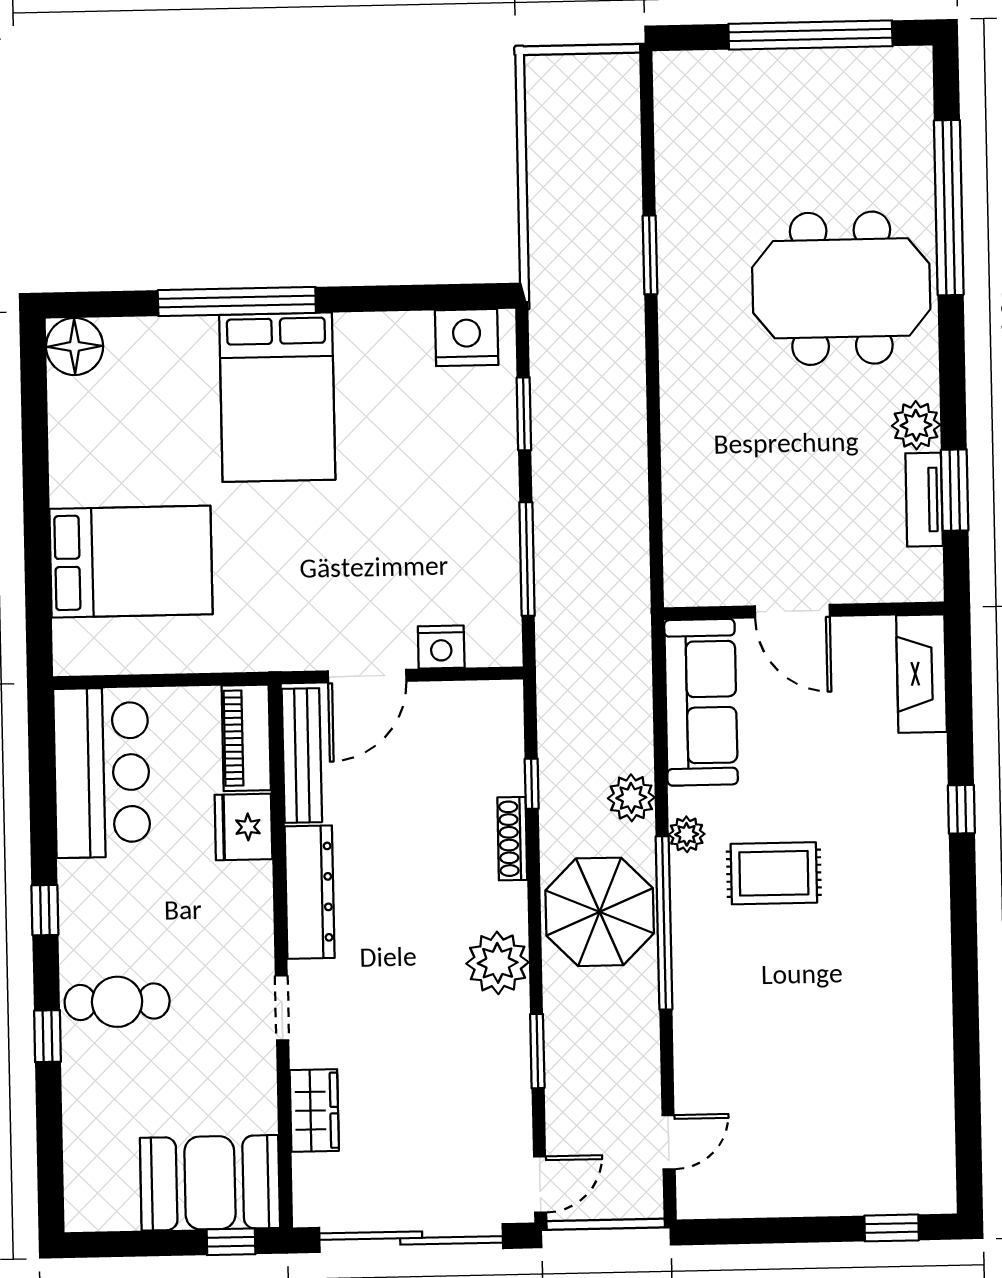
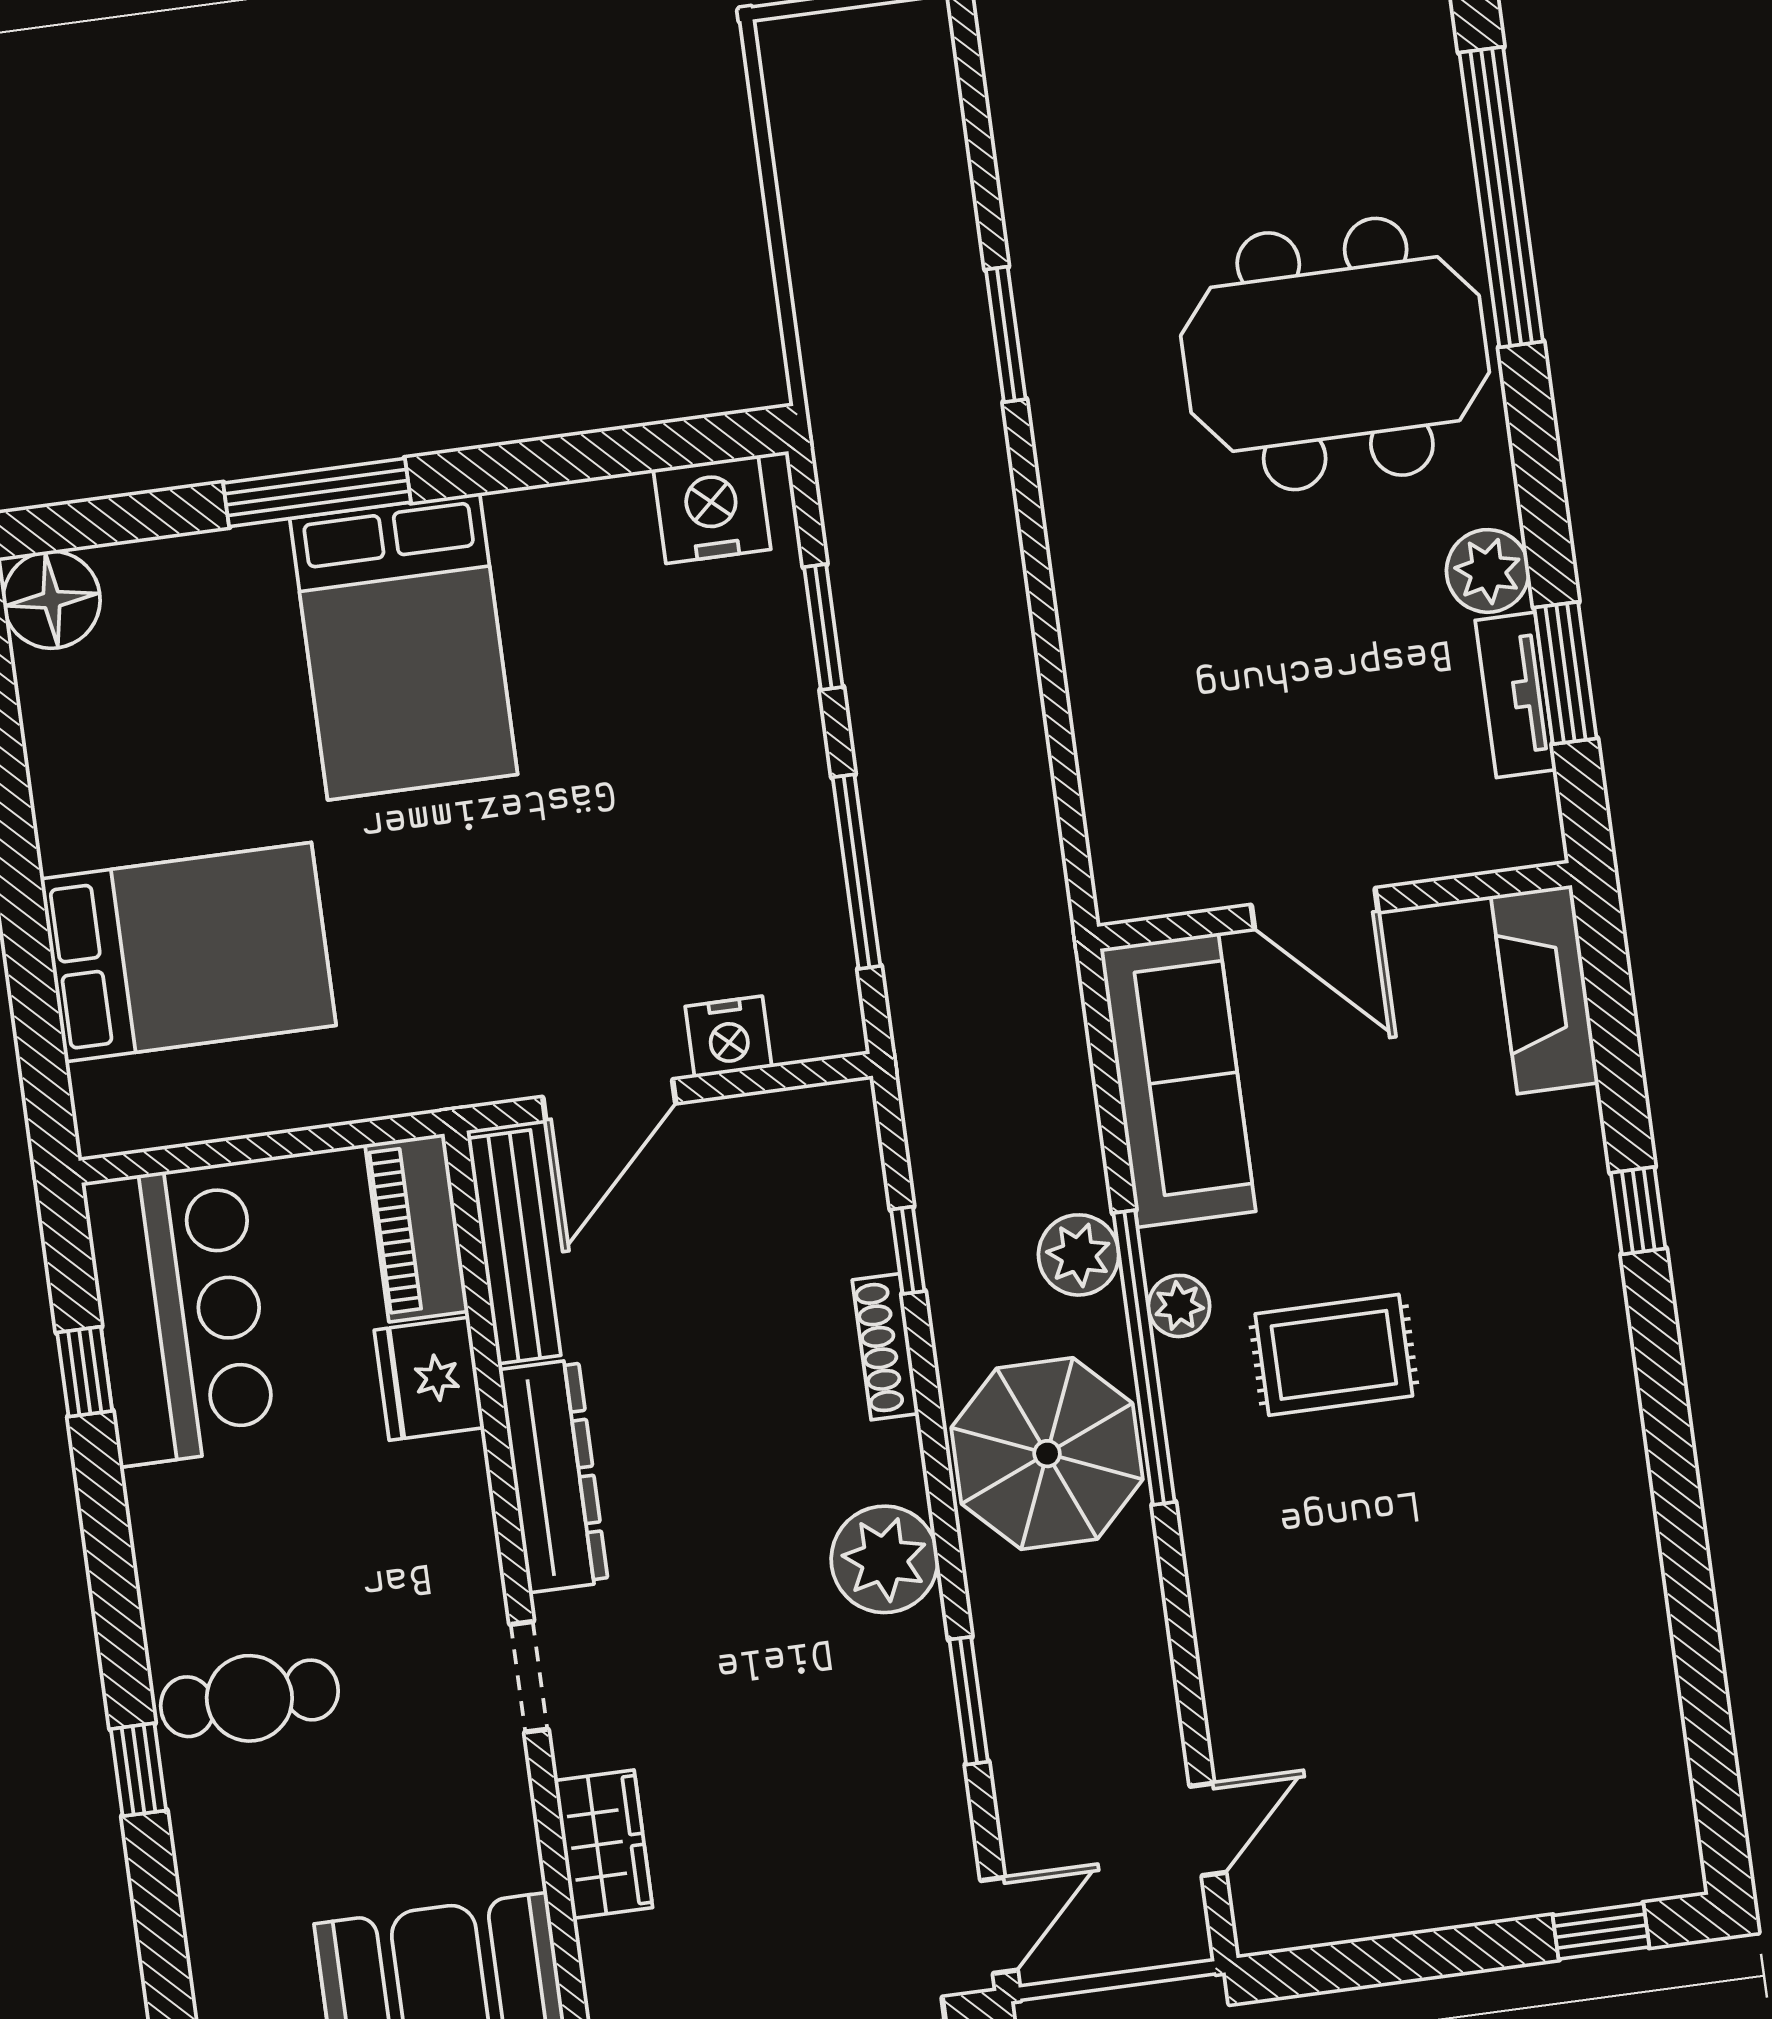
window: (237, 301) -> (317, 493), width x0.68
window: (45, 910) -> (85, 1372), moved
window: (664, 923) -> (1144, 1358), moved

